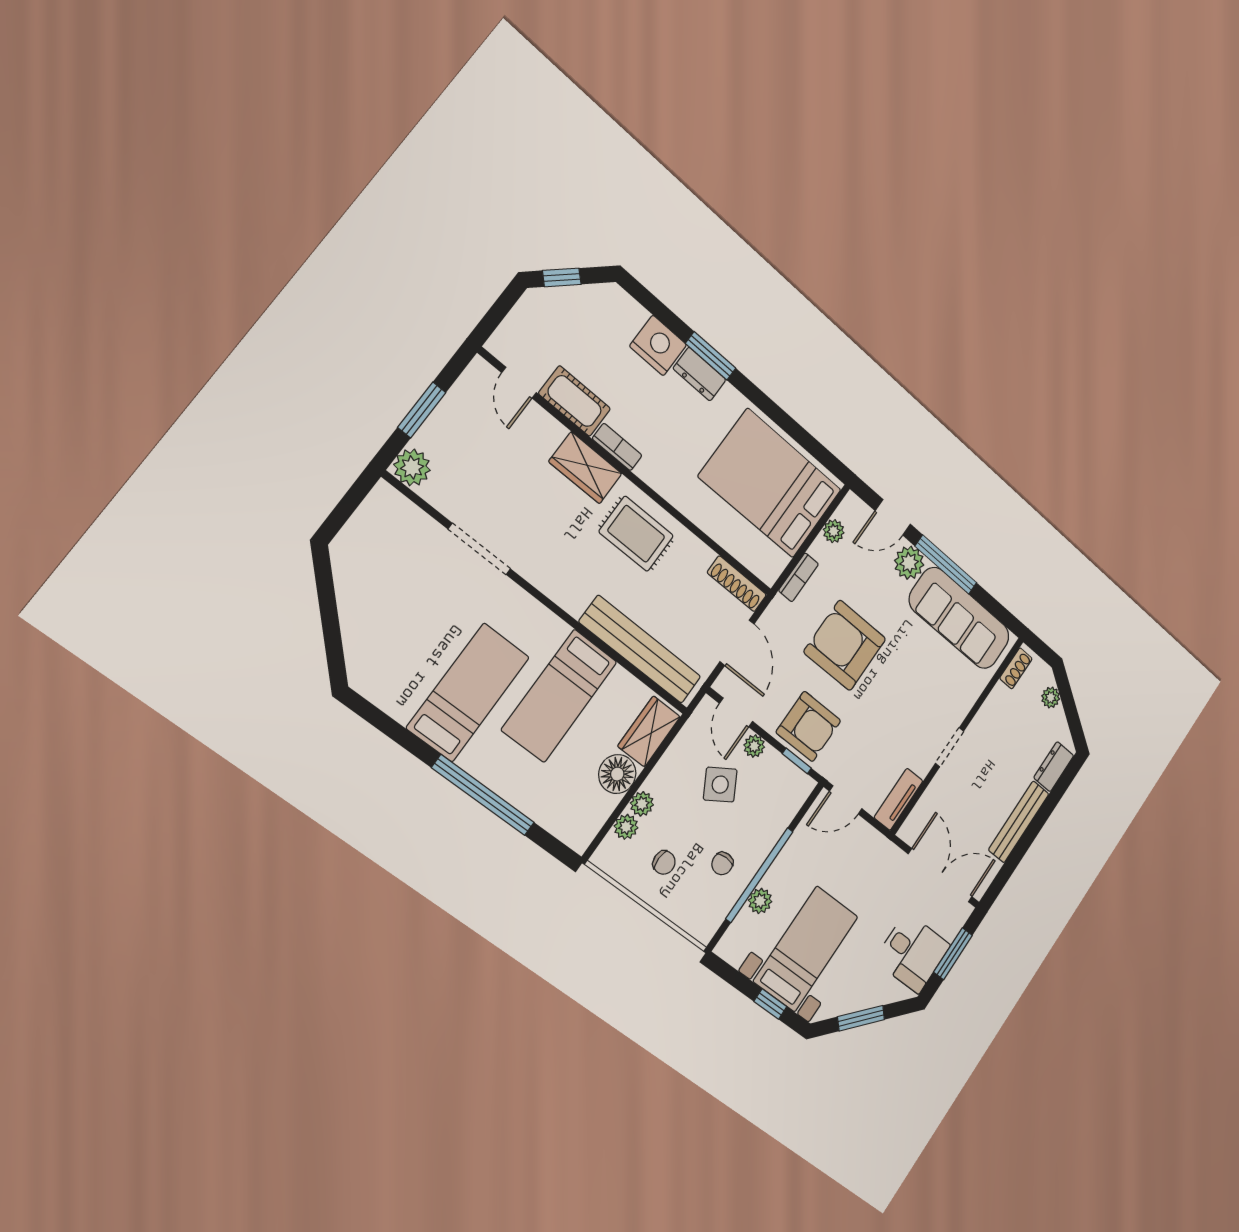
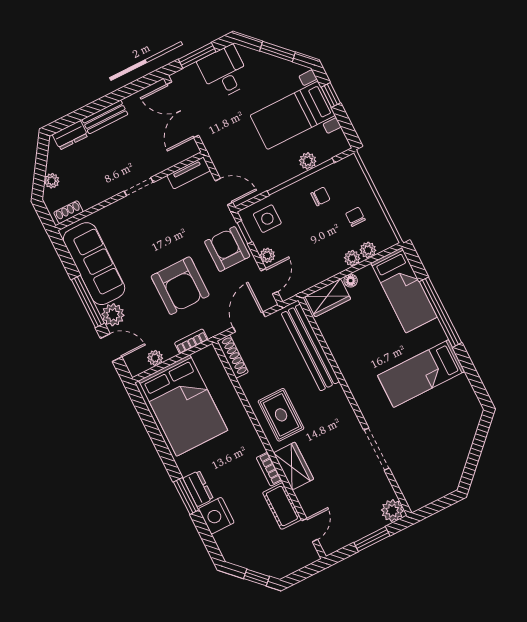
bed: (559, 696) -> (404, 290), moved, turned 90
floor lamp: (617, 774) -> (351, 281), width x0.53, depth x0.53
side table: (720, 785) -> (267, 219), moved, turned 31
bench: (1019, 822) -> (105, 117), width x0.73

